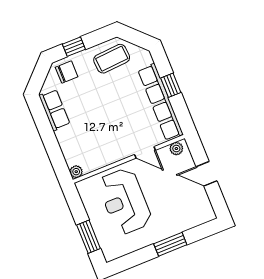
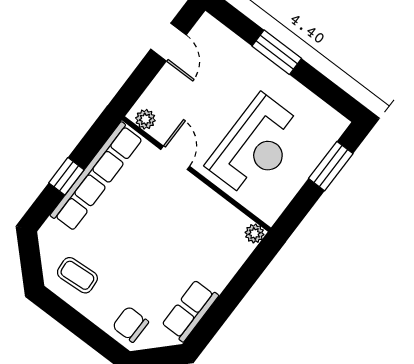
window: (74, 47) -> (91, 334), removed
coffee table: (112, 59) -> (77, 275), width x0.73, depth x0.77
door: (206, 174) -> (169, 42), moved

